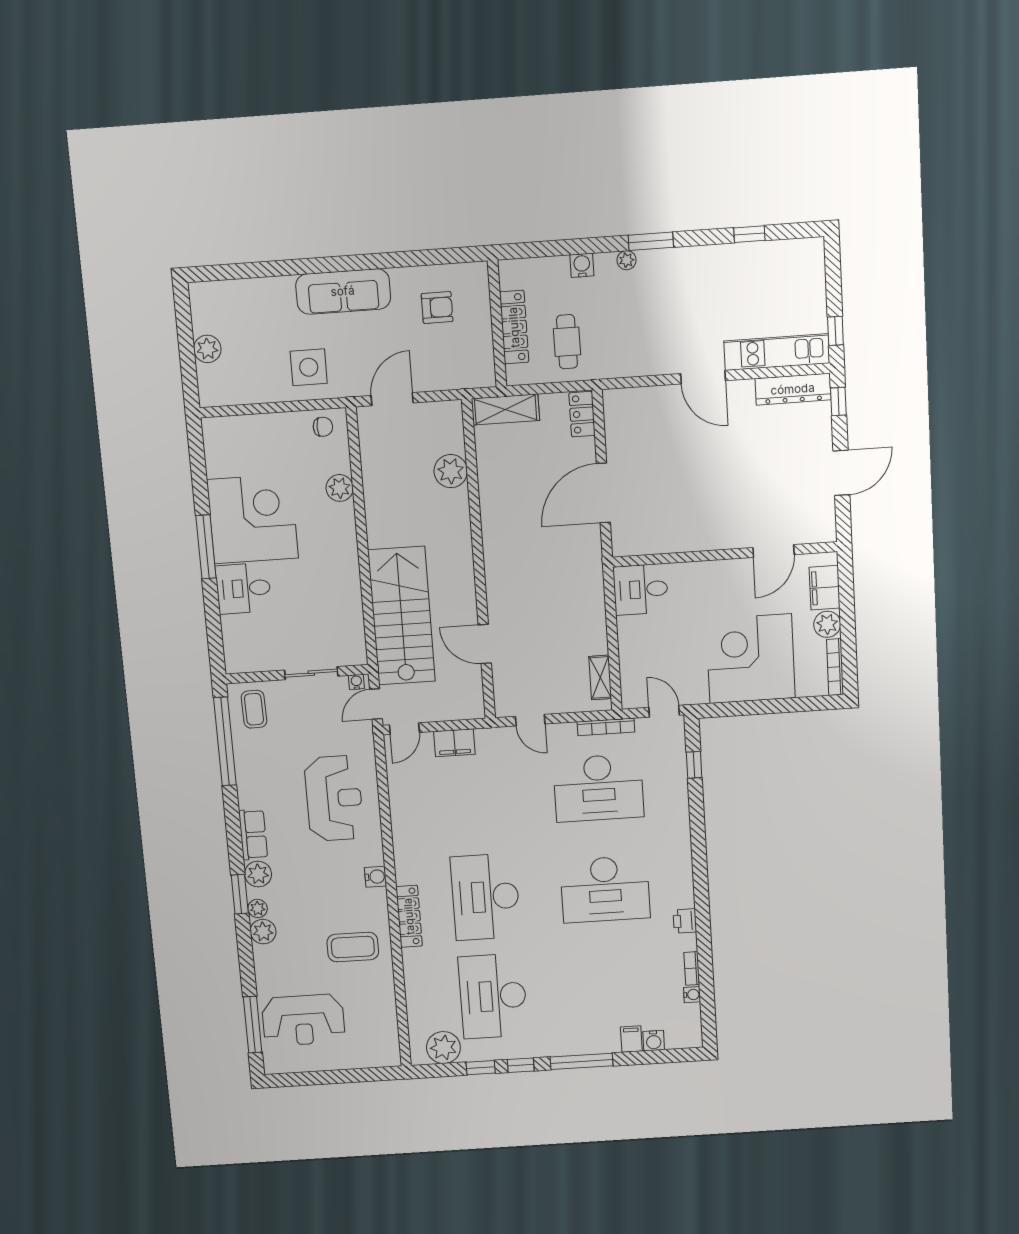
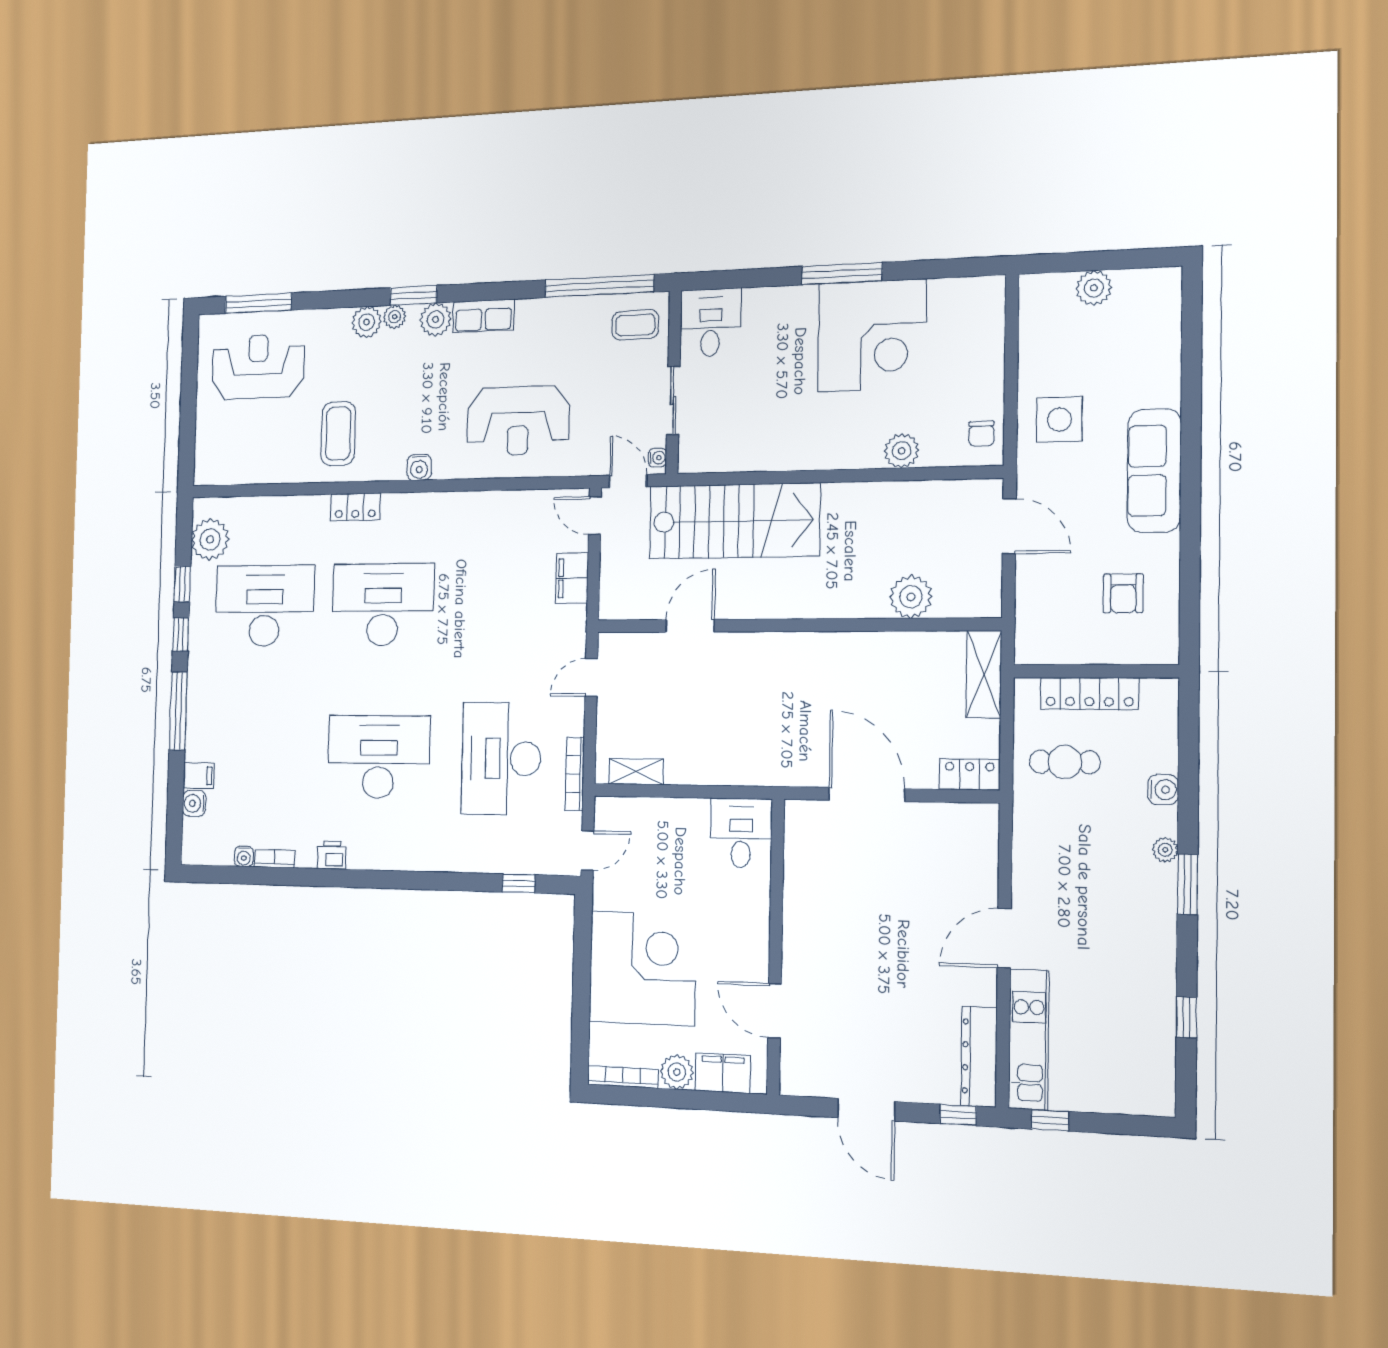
desk: (243, 588) -> (710, 323), moved
desk: (605, 889) -> (379, 757), turned 90
locker: (409, 916) -> (355, 507), width x0.66
reception desk: (303, 1020) -> (258, 367), turned 90

